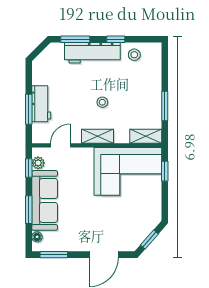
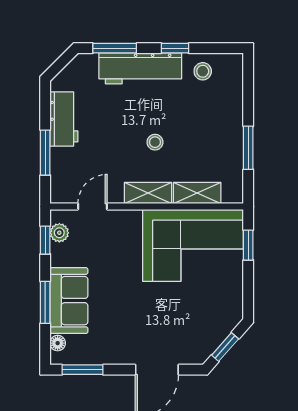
workbench: (41, 104) -> (64, 119), moved
shelving: (146, 136) -> (197, 193), moved
sofa: (45, 200) -> (69, 301), width x0.73

